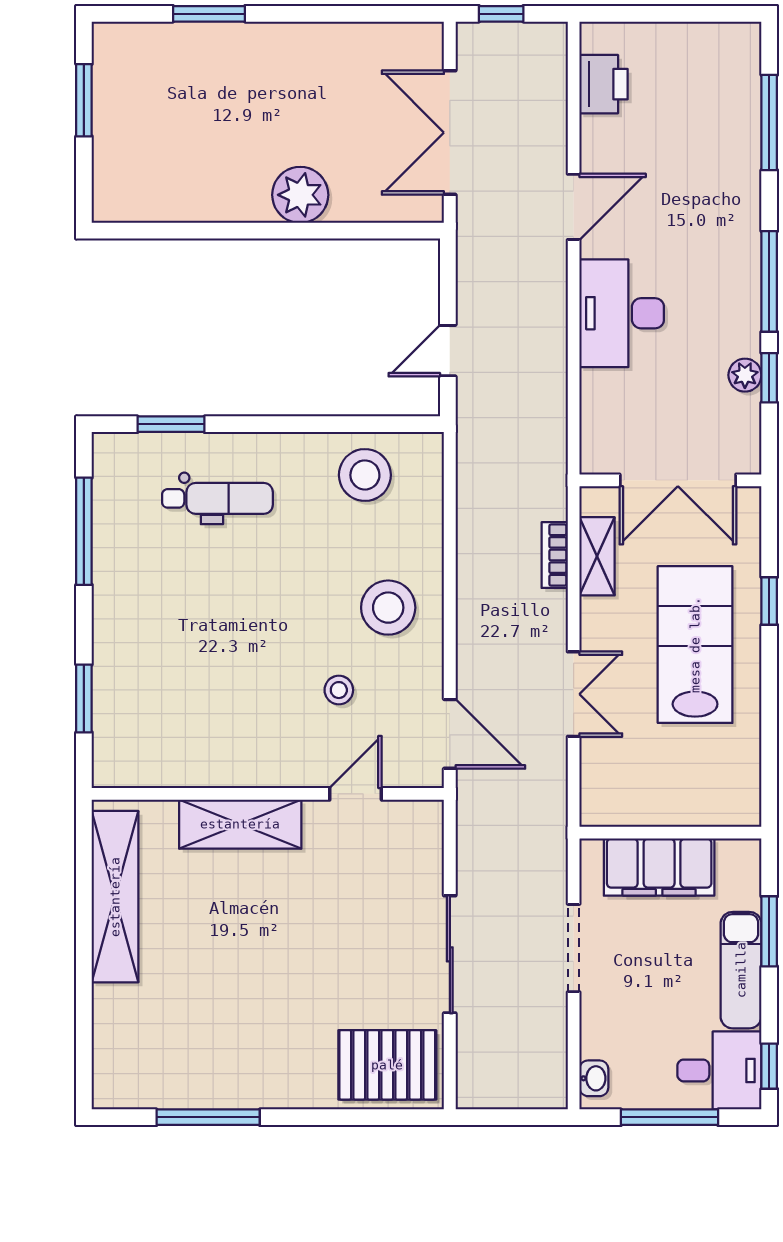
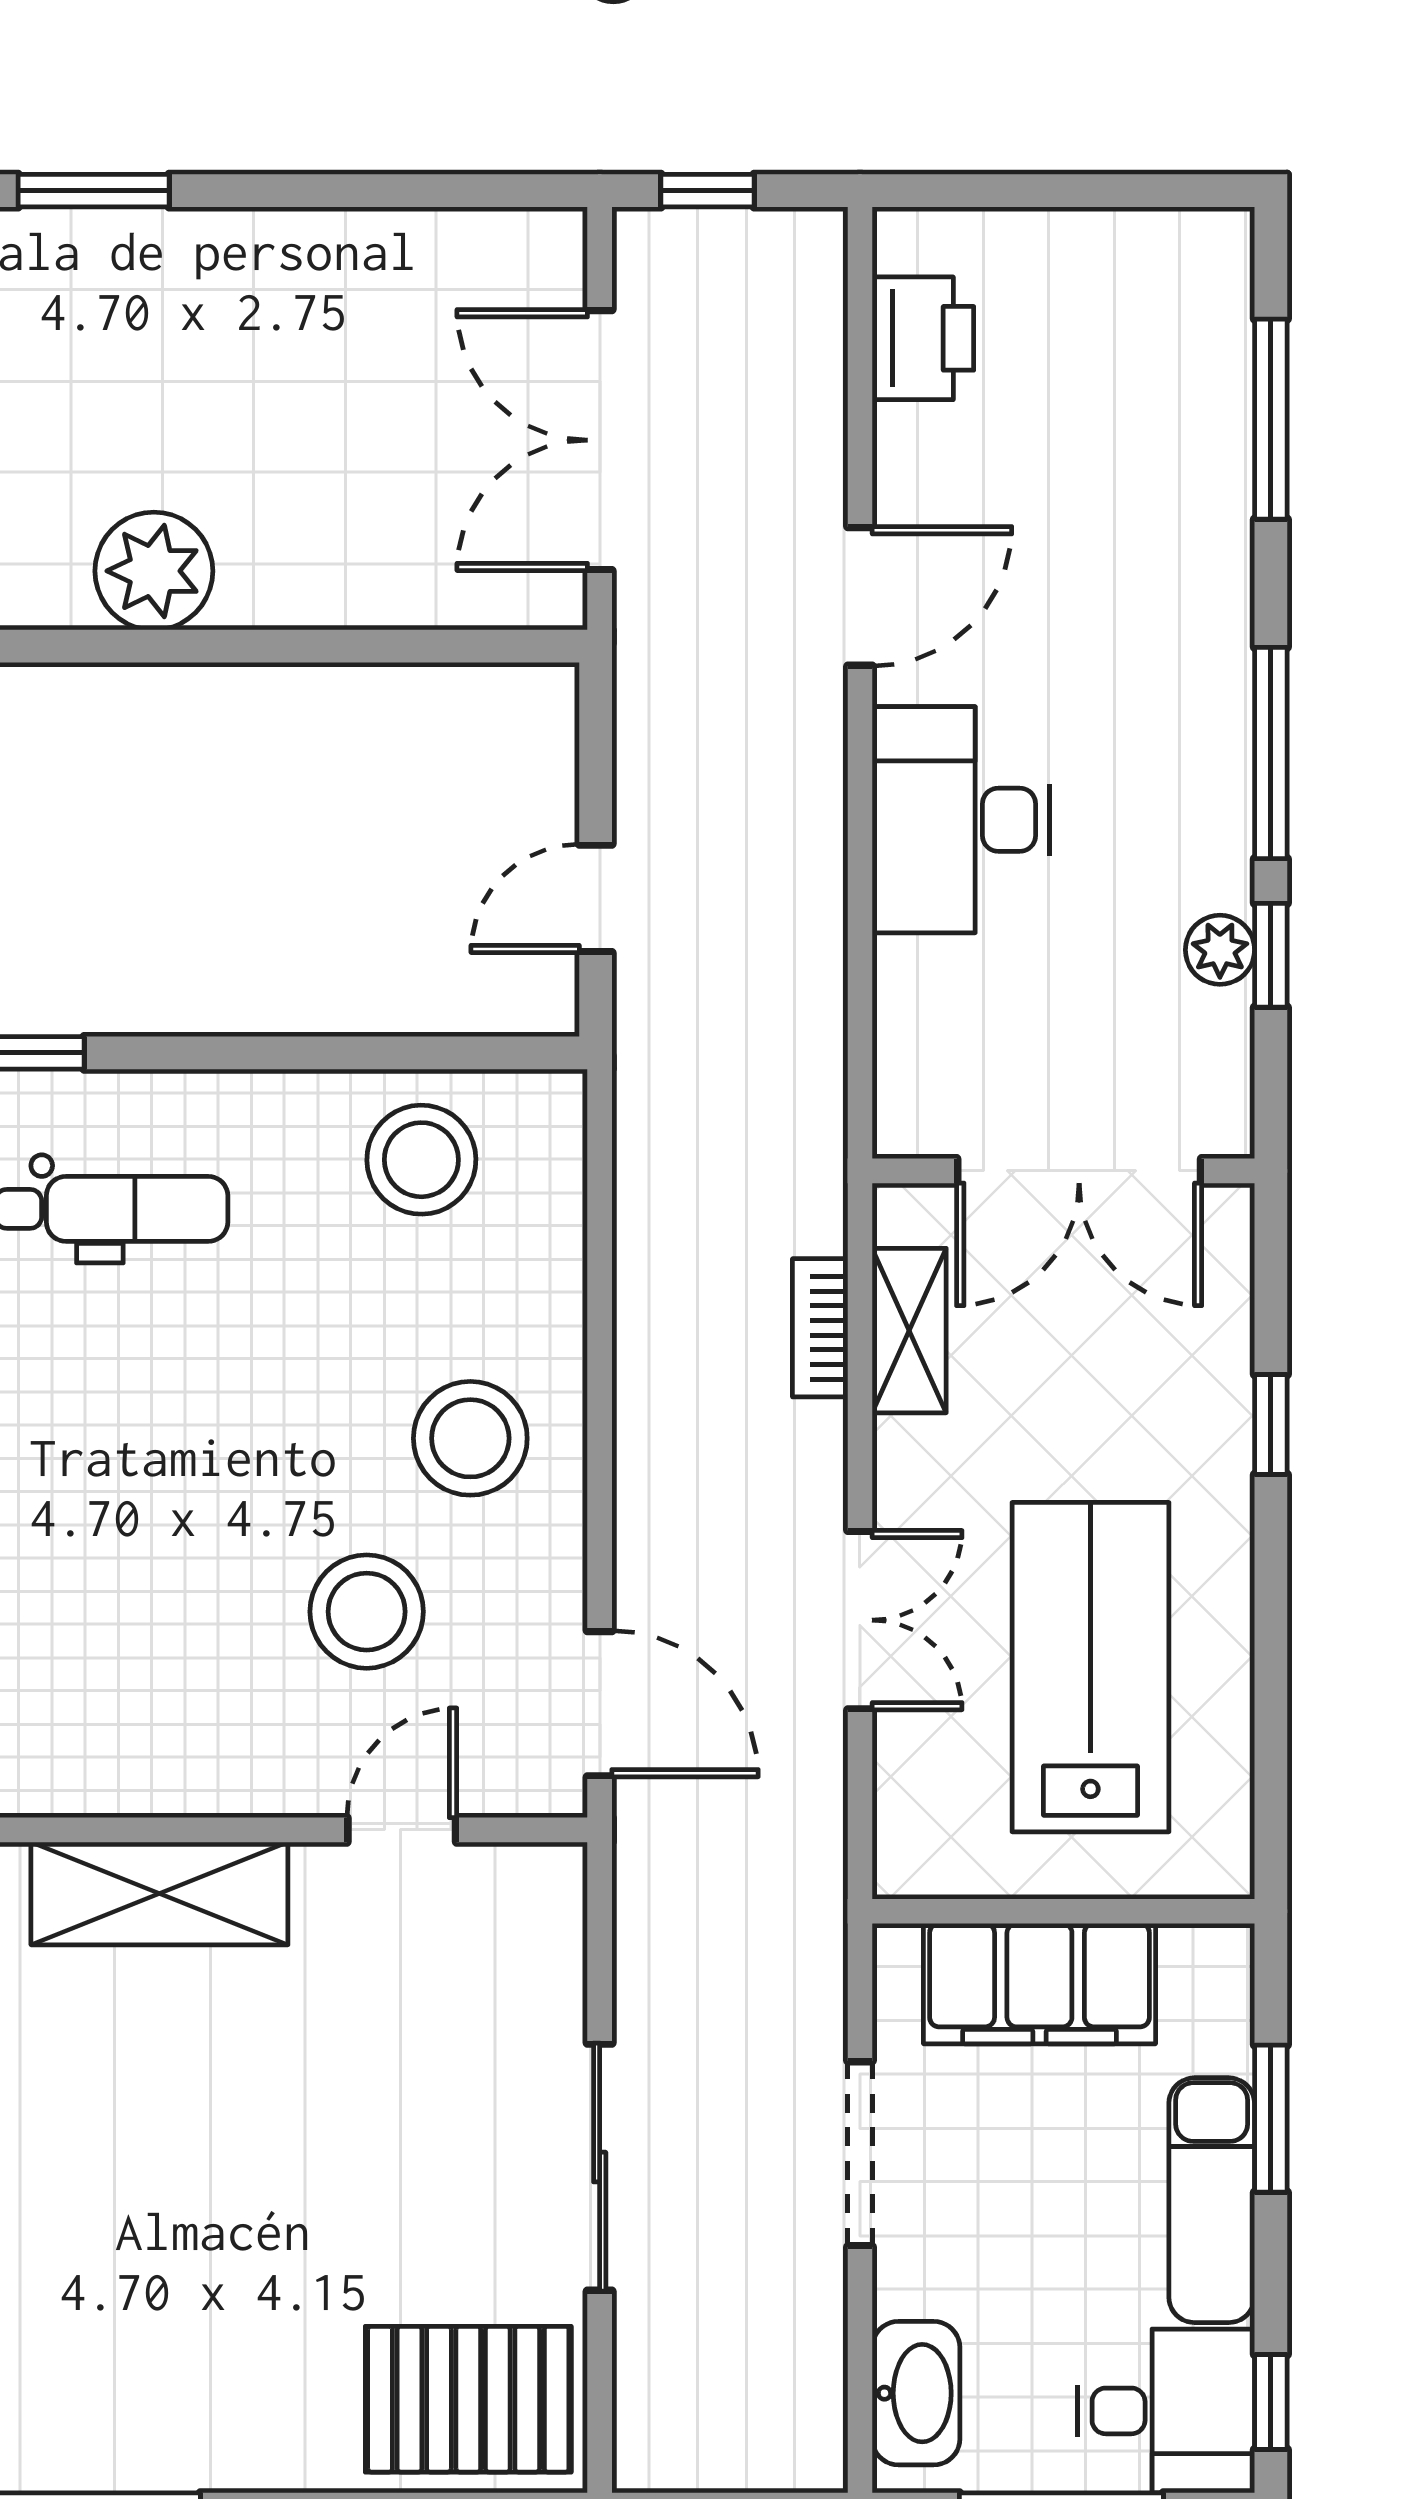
plant: (300, 195) -> (154, 571), moved
lab bench: (695, 645) -> (1090, 1667), moved
stool: (339, 690) -> (367, 1612), width x1.89, depth x1.89
washbasin: (594, 1078) -> (916, 2393), width x1.91, depth x1.45

